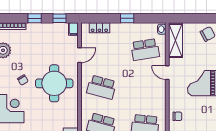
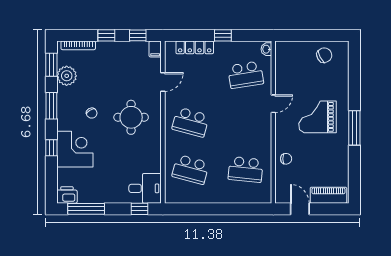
locker: (99, 28) -> (195, 47), width x1.53
shelving: (175, 40) -> (284, 63), removed
door: (167, 73) -> (273, 104), swing flipped
round table: (54, 83) -> (131, 117), width x0.73, depth x0.73

